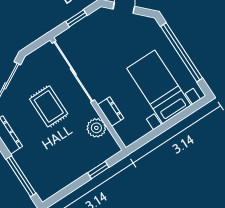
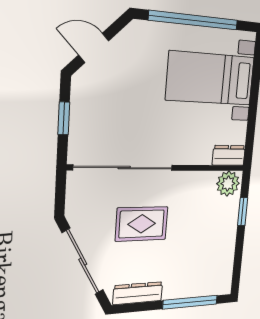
dresser: (111, 111) -> (229, 155), moved
plant: (96, 128) -> (228, 184), moved

